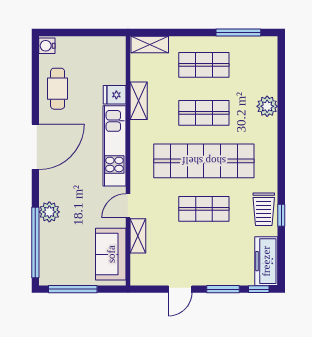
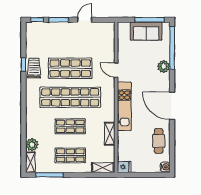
fridge: (115, 95) -> (124, 167), moved
plant: (267, 106) -> (32, 145), moved
door: (35, 147) -> (172, 106), hinge flipped
door: (128, 206) -> (116, 70), swing flipped
shop shelf: (204, 209) -> (70, 68), width x1.43, depth x1.36
shelving: (138, 236) -> (30, 162), moved
sofa: (111, 254) -> (146, 31), moved, turned 90
freezer: (266, 261) -> (32, 37), removed

